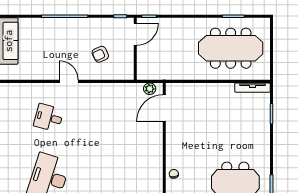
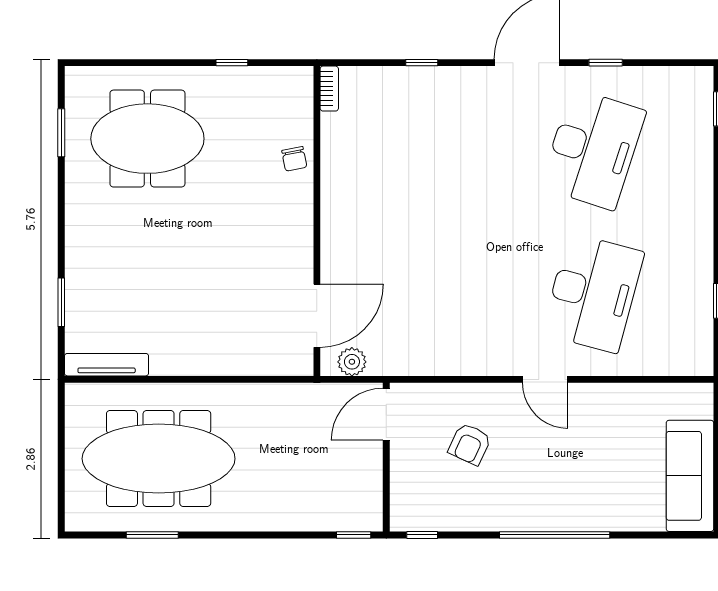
door: (135, 34) -> (386, 414), moved
armchair: (100, 54) -> (470, 444), turned 140
desk: (49, 118) -> (593, 293), width x1.87, depth x1.30

